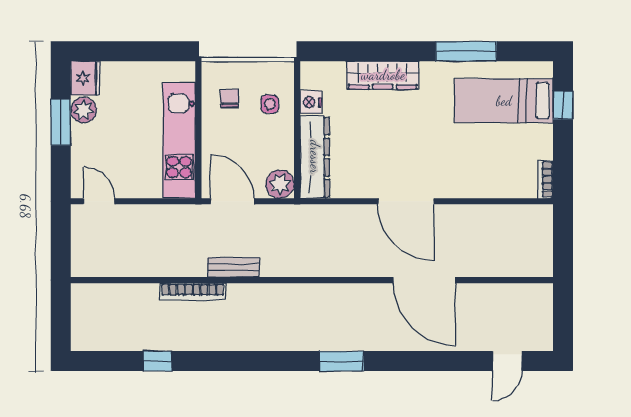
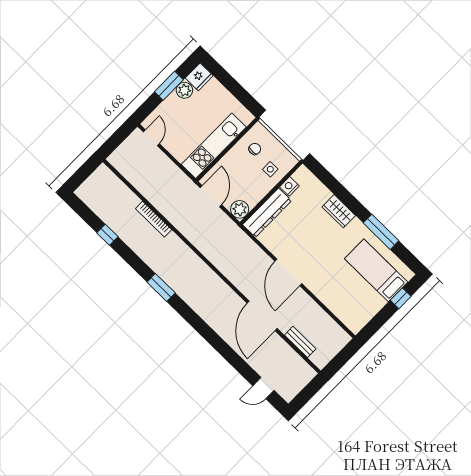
wardrobe: (383, 75) -> (339, 211), width x0.67
bookcase: (546, 180) -> (360, 324), removed
bench: (233, 267) -> (300, 342), moved
window: (341, 361) -> (161, 287), moved

